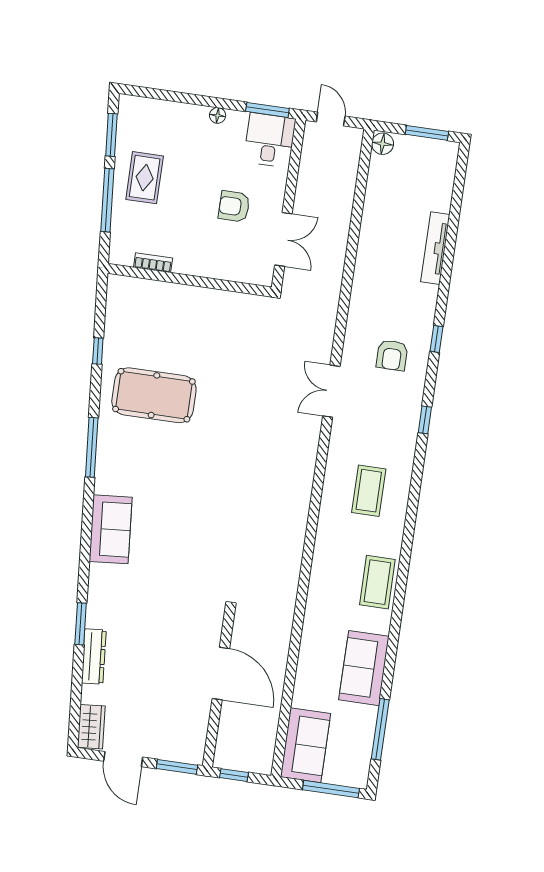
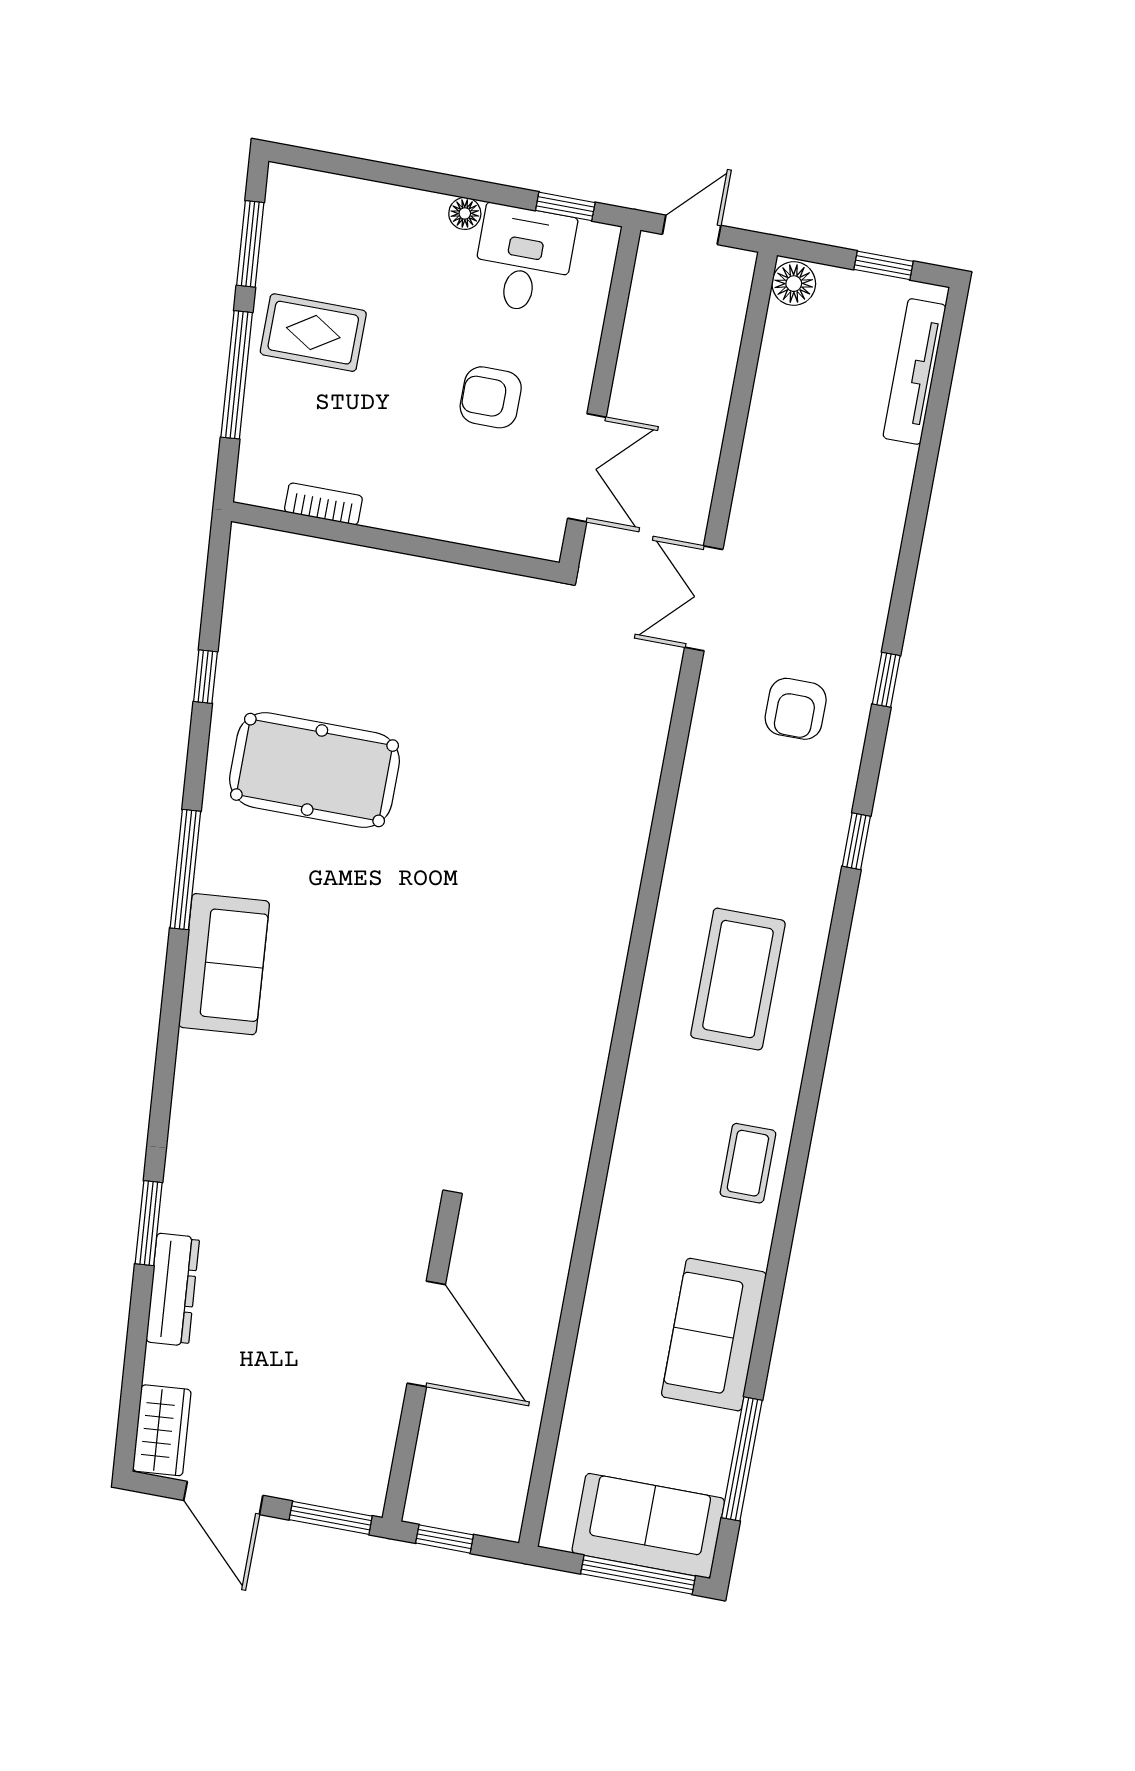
window: (267, 110) -> (565, 206), width x0.67
door: (331, 119) -> (692, 230), hinge flipped
window: (427, 133) -> (884, 265), width x0.67
desk: (270, 140) -> (524, 259), moved
rug: (145, 178) -> (313, 333), turned 90
tv unit: (435, 248) -> (914, 371), moved
double door: (331, 391) -> (704, 598), moved
coffee table: (369, 491) -> (738, 979), width x1.36, depth x1.32
sofa: (111, 529) -> (224, 964), moved
coffee table: (377, 582) -> (748, 1163), width x0.73, depth x0.77
sofa: (305, 745) -> (648, 1526), moved, turned -90

